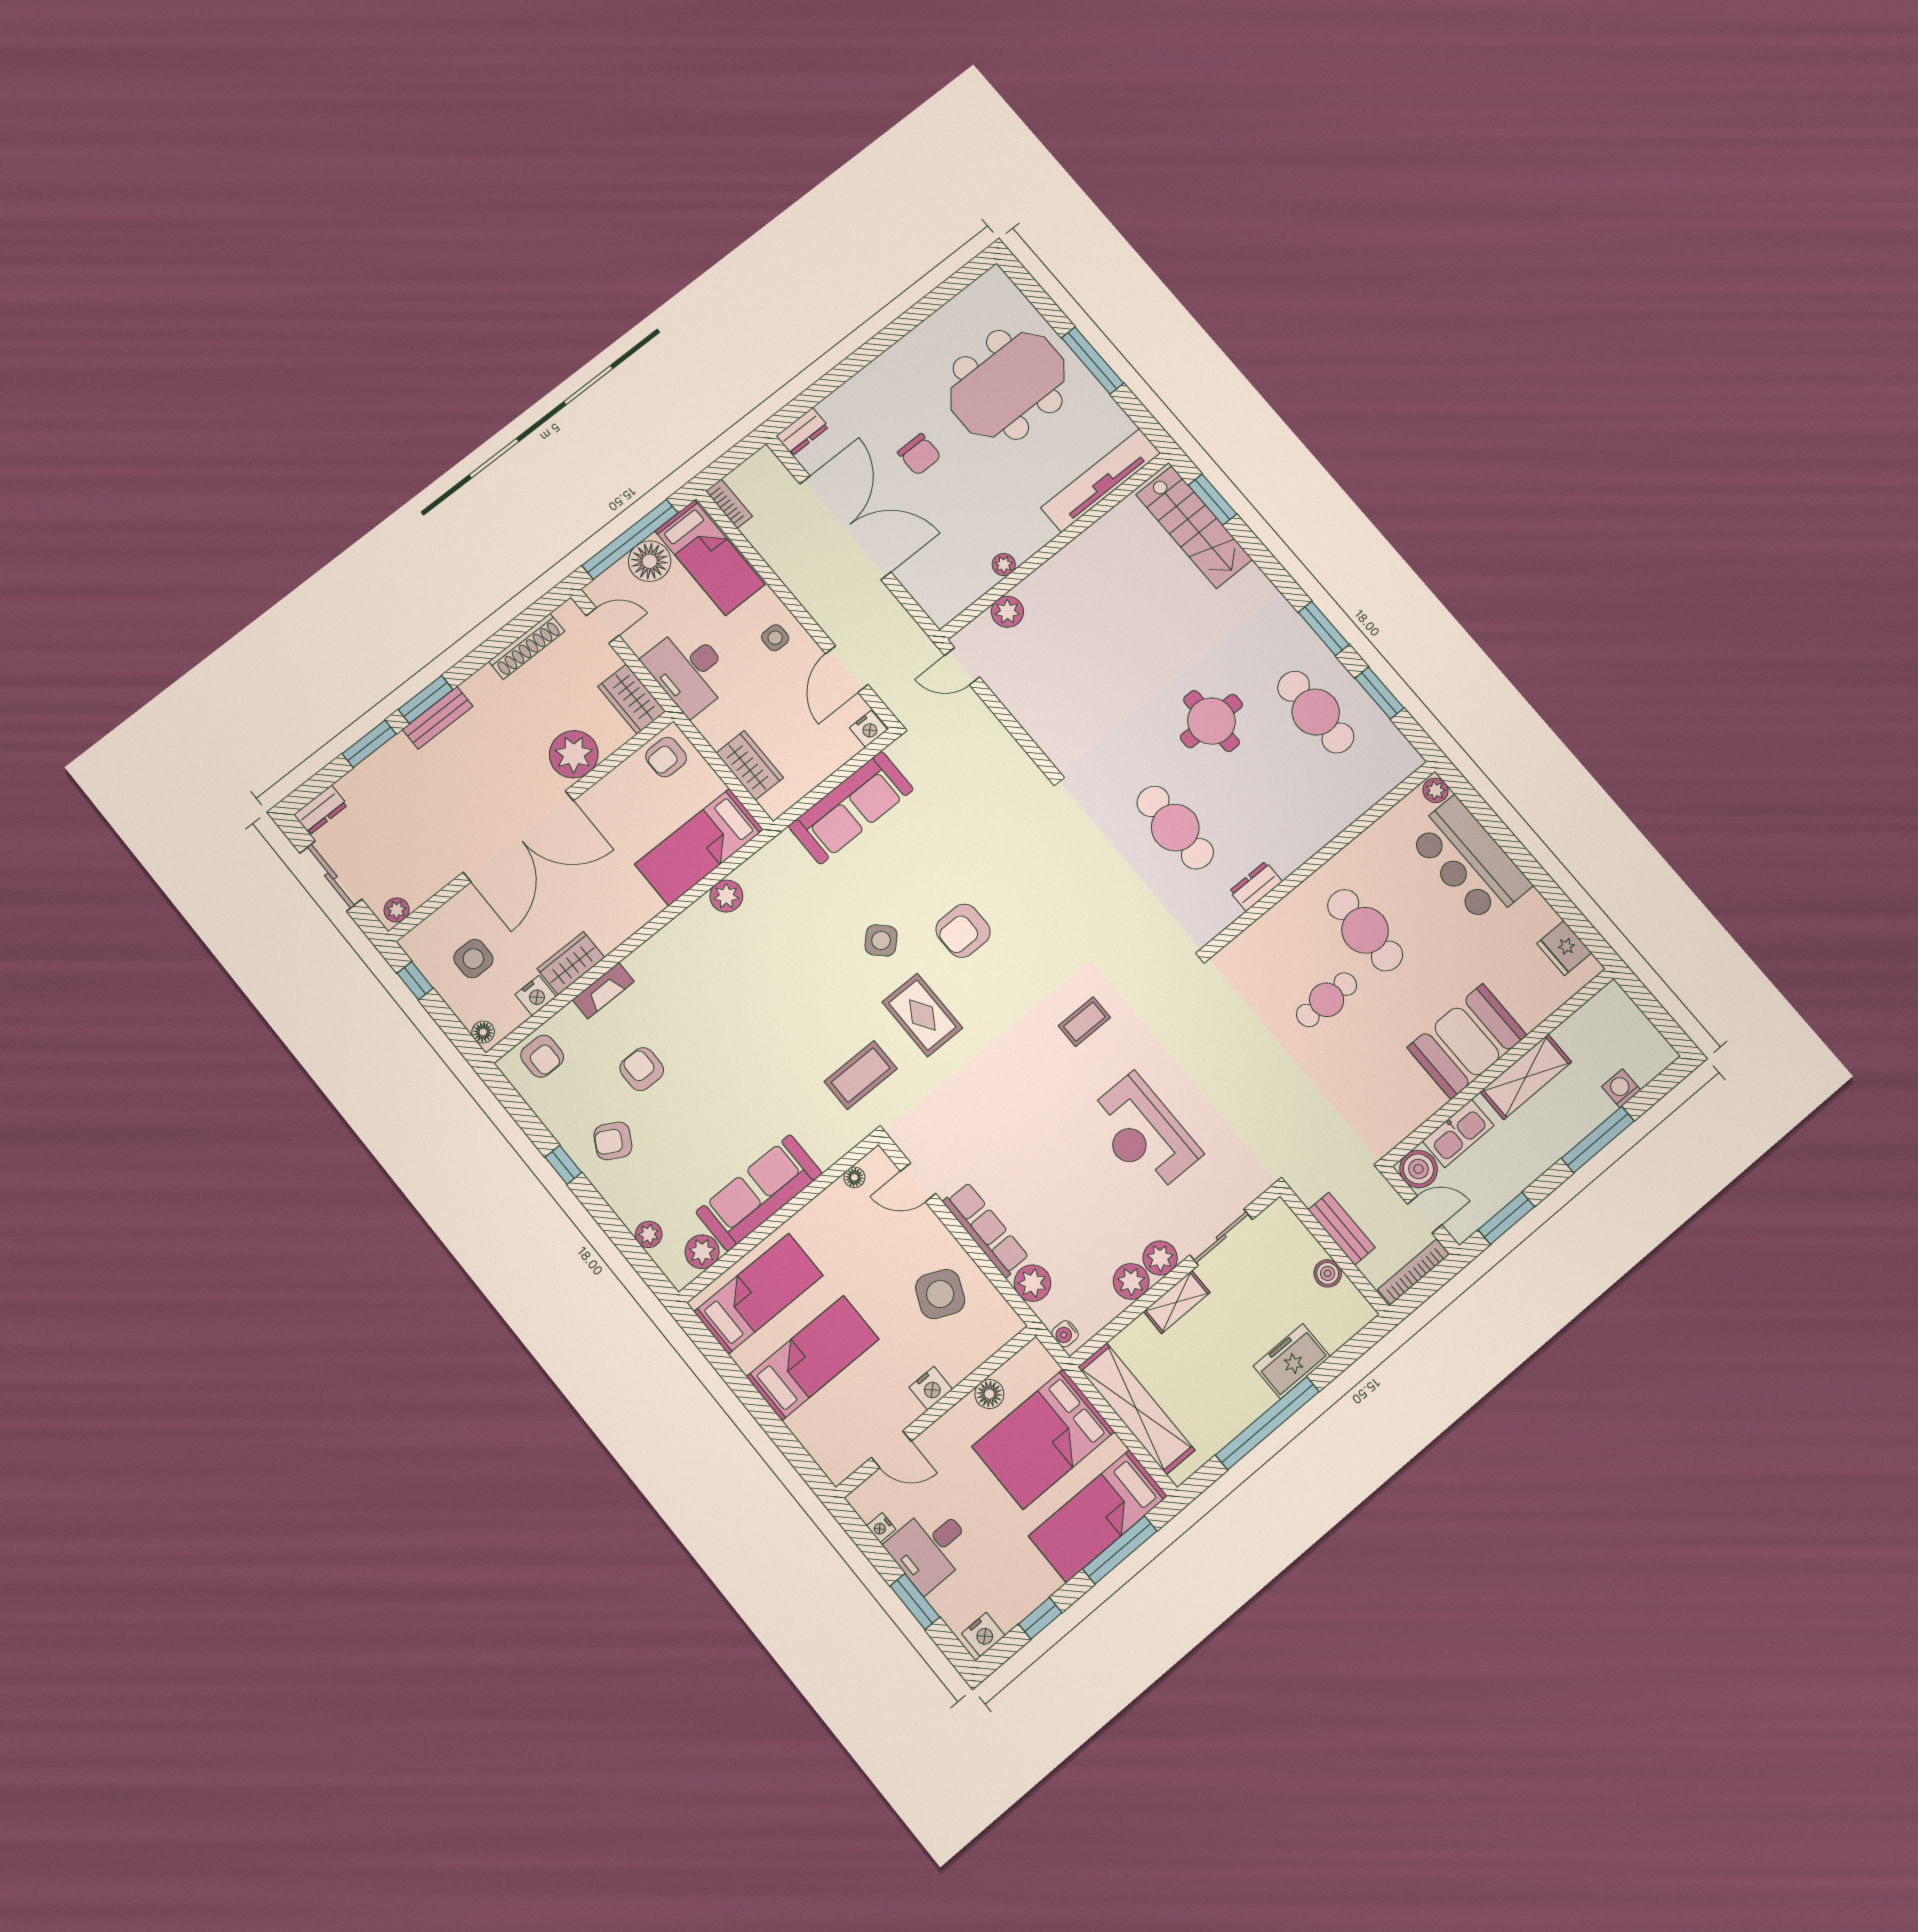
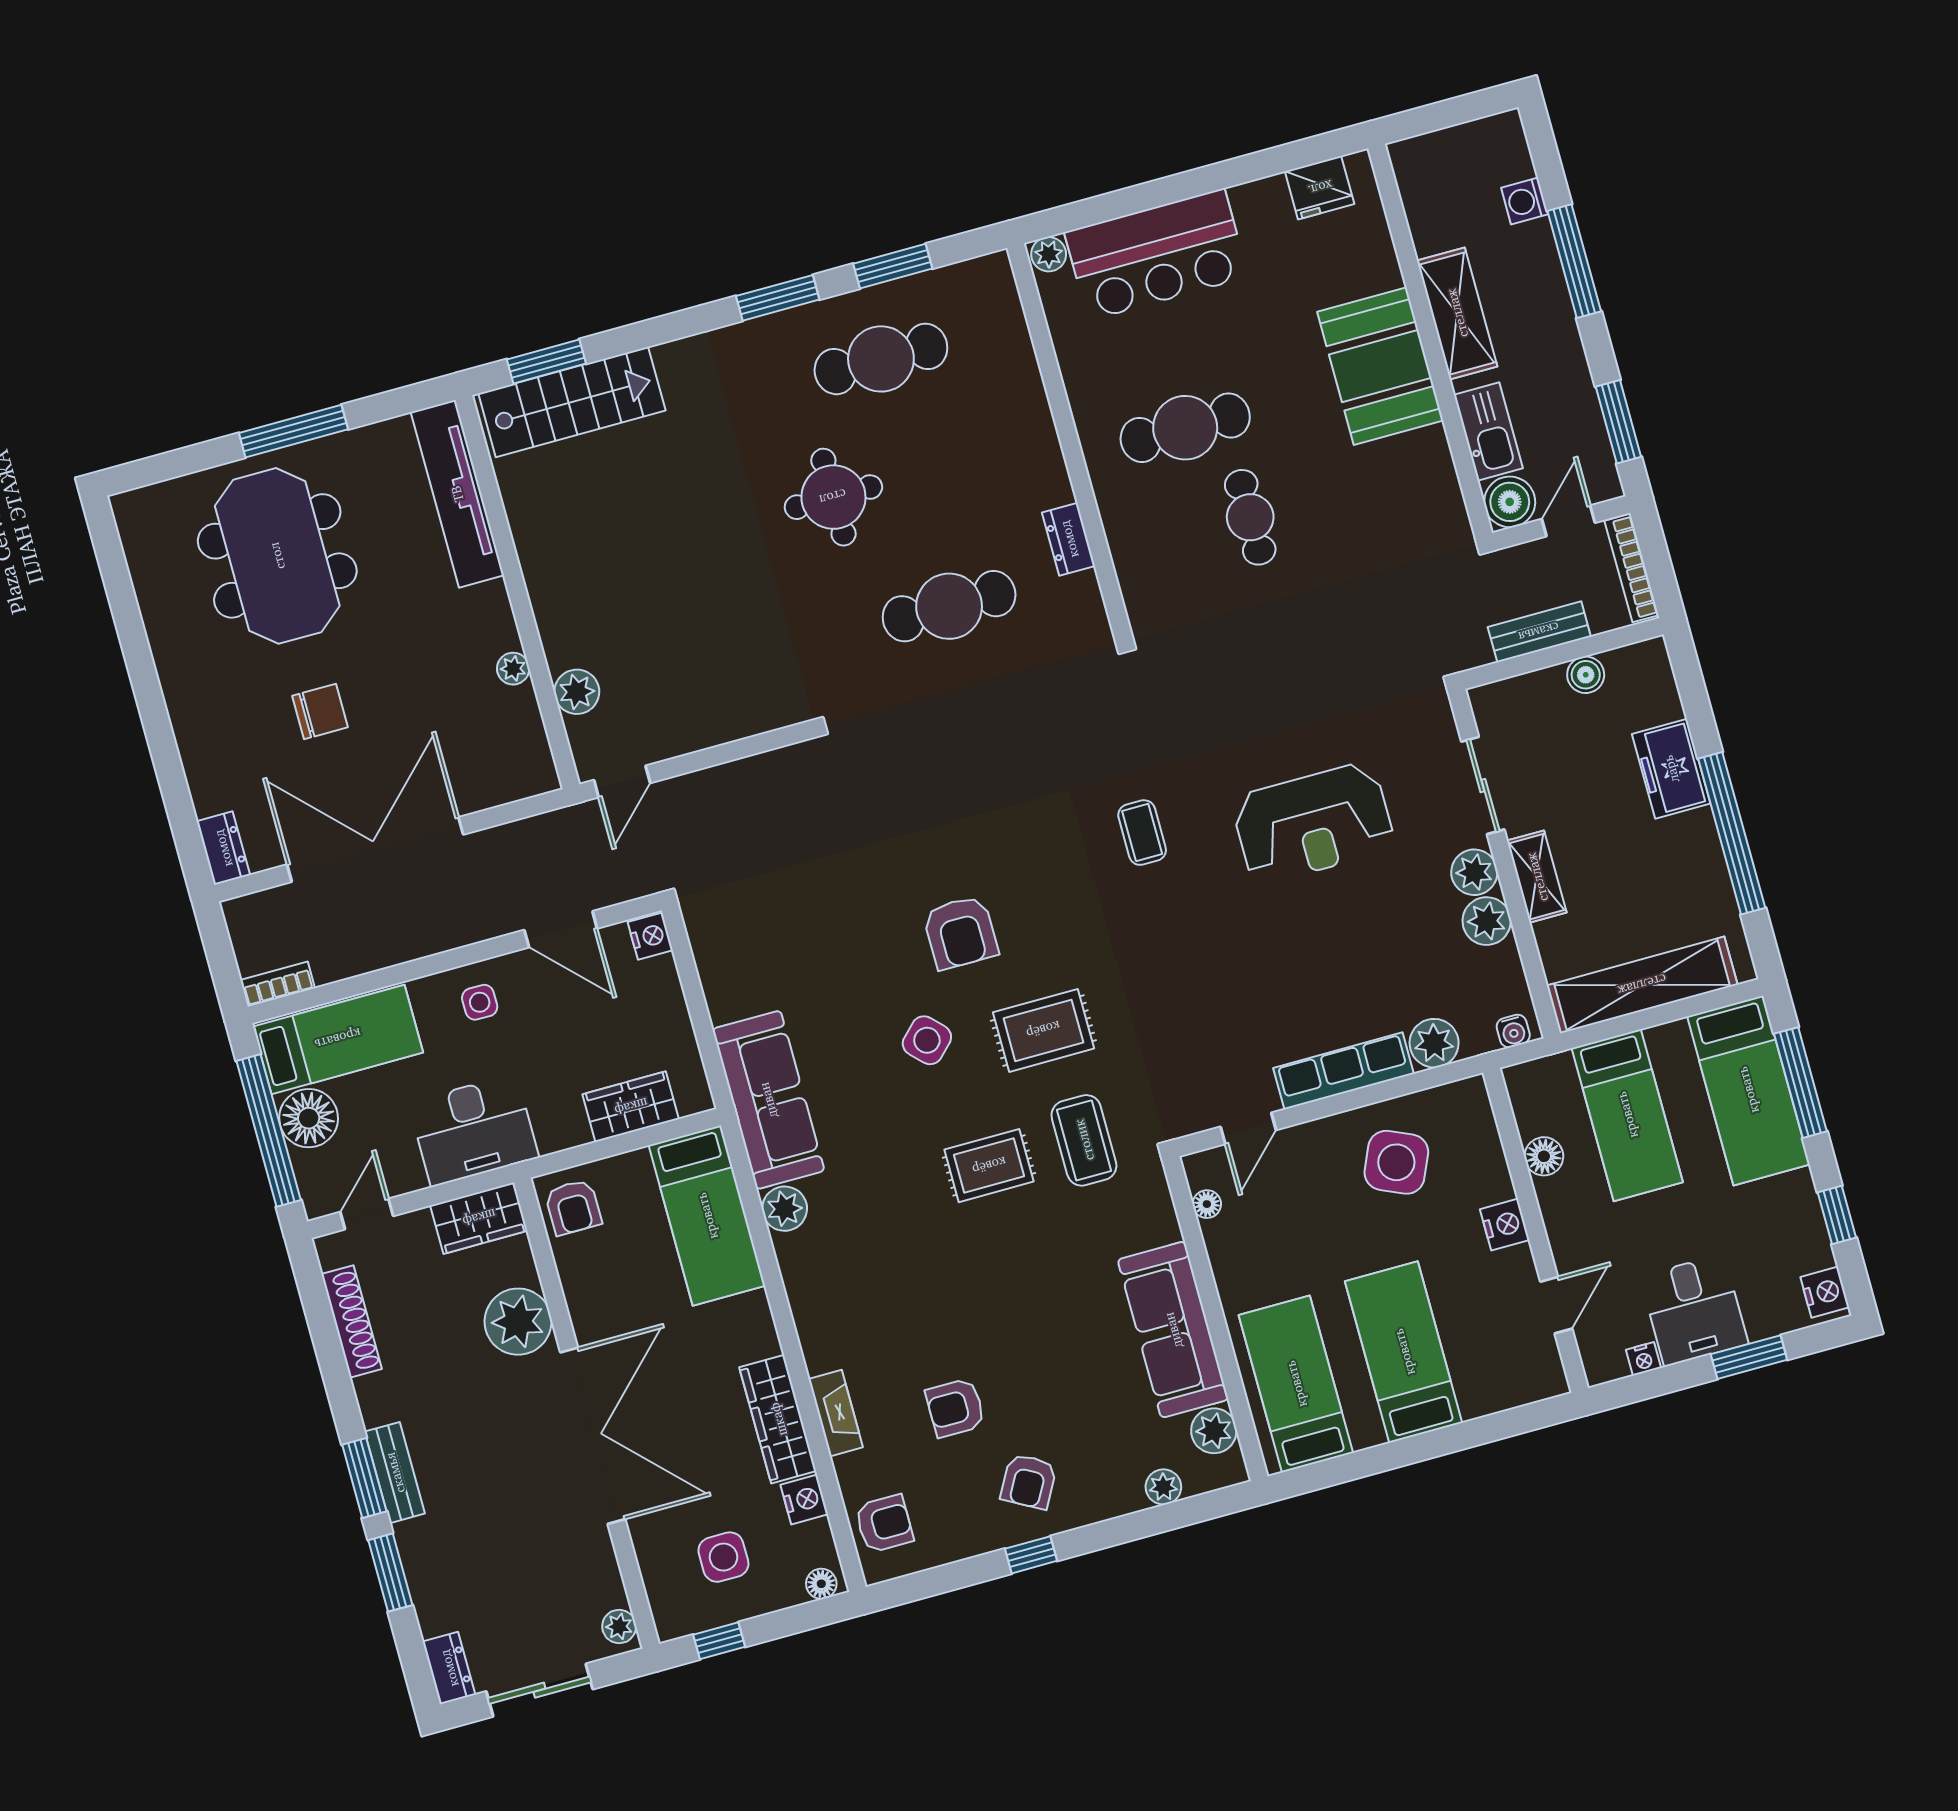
sofa: (851, 808) -> (768, 1100), moved
wardrobe: (571, 963) -> (778, 1419), width x1.50
rug: (815, 1019) -> (989, 1166), added
bed: (1043, 1439) -> (1627, 1115), width x0.67

